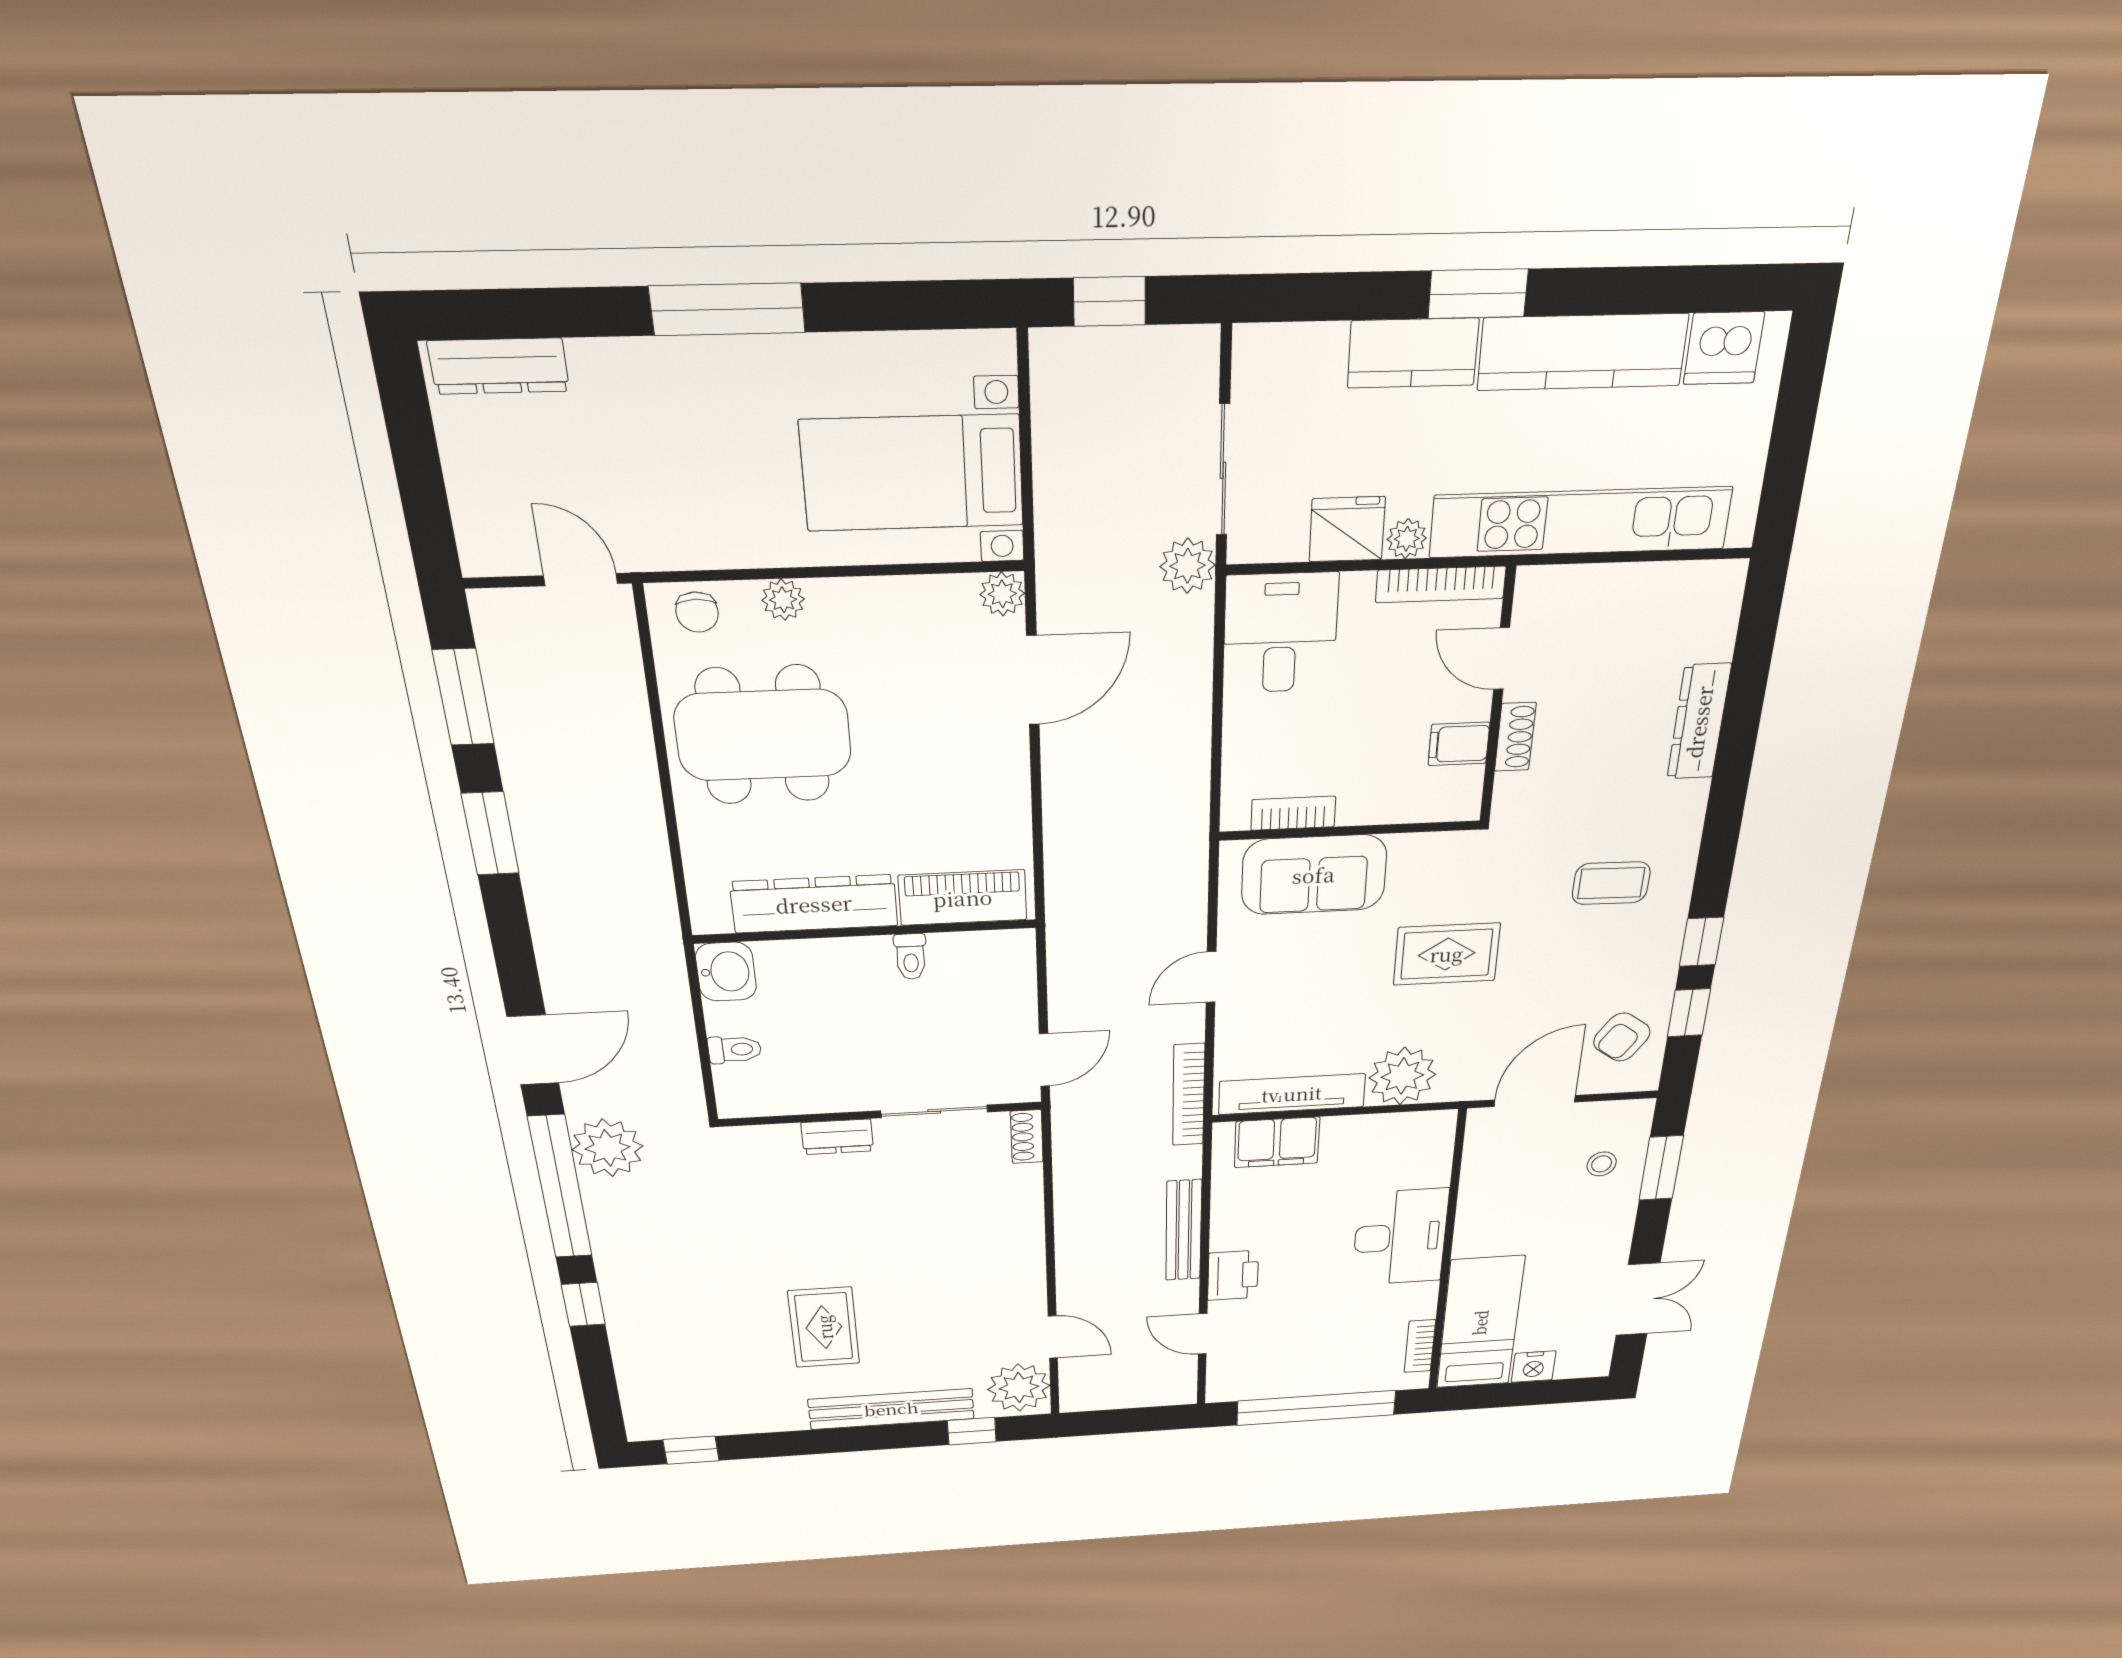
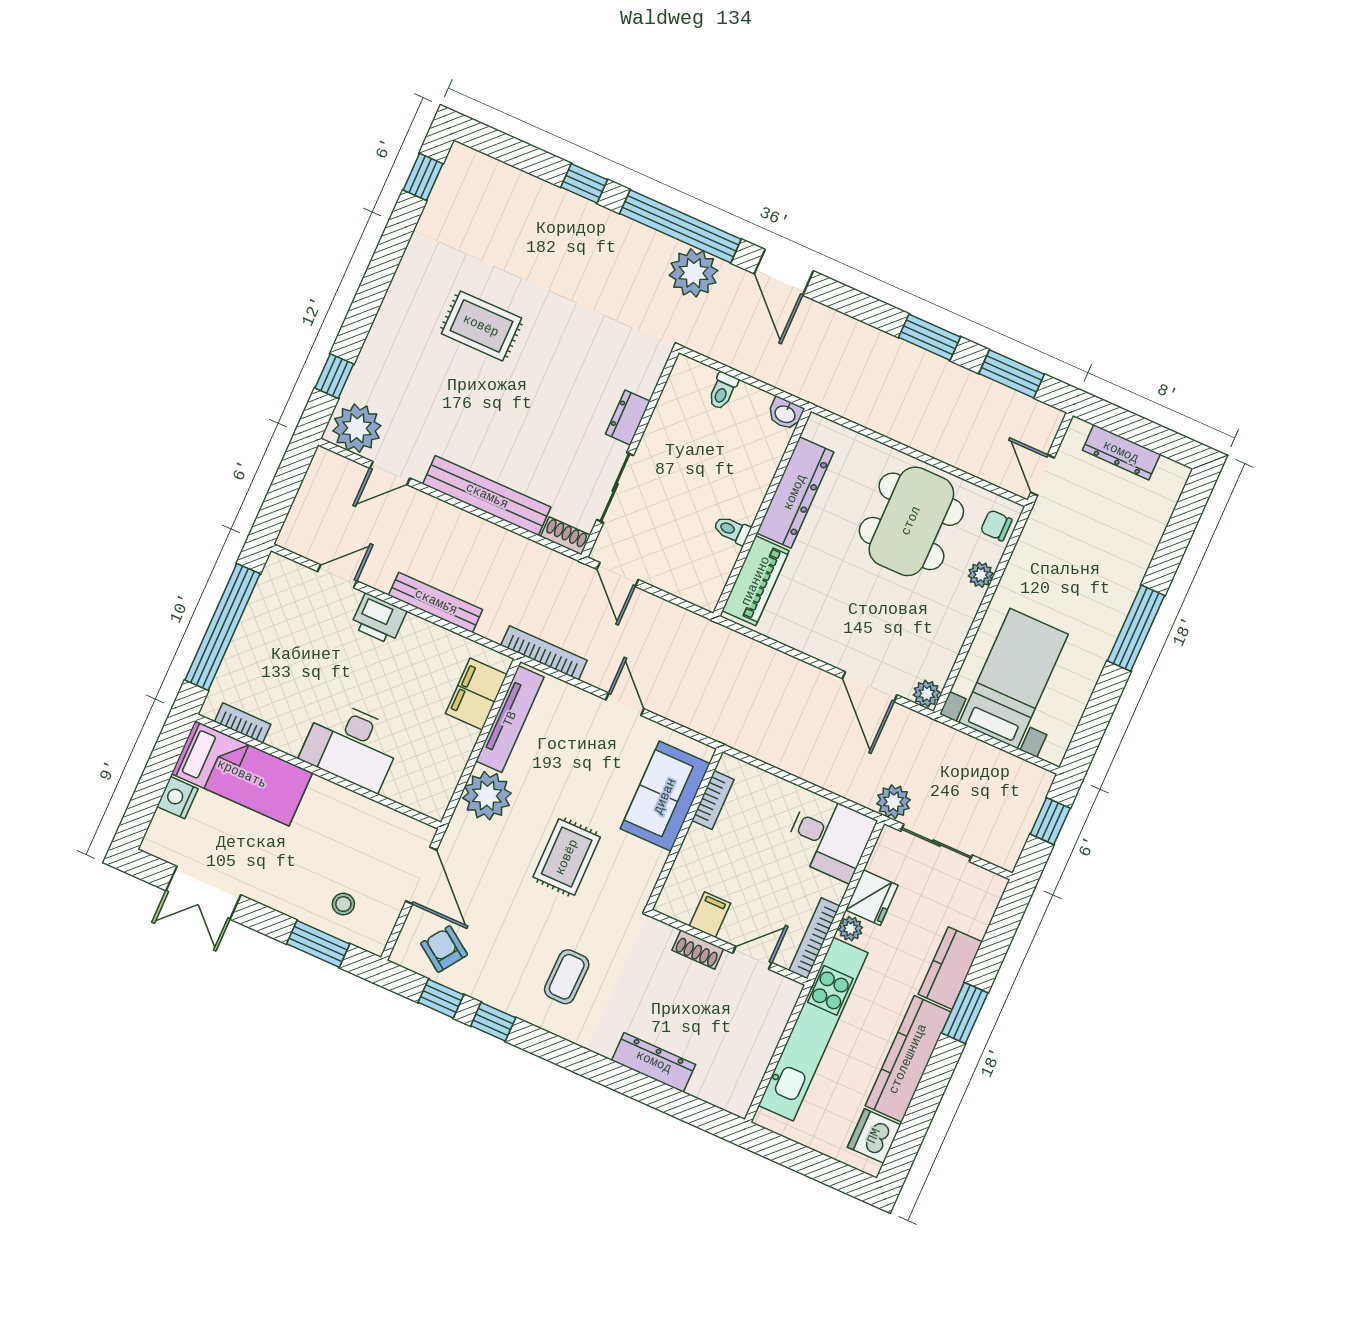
dresser: (499, 366) -> (1121, 452), moved, turned -90
door: (581, 580) -> (1042, 475), swing flipped
washbasin: (726, 972) -> (785, 414), width x0.72, depth x0.69
bench: (891, 1409) -> (487, 496), moved, turned 90

